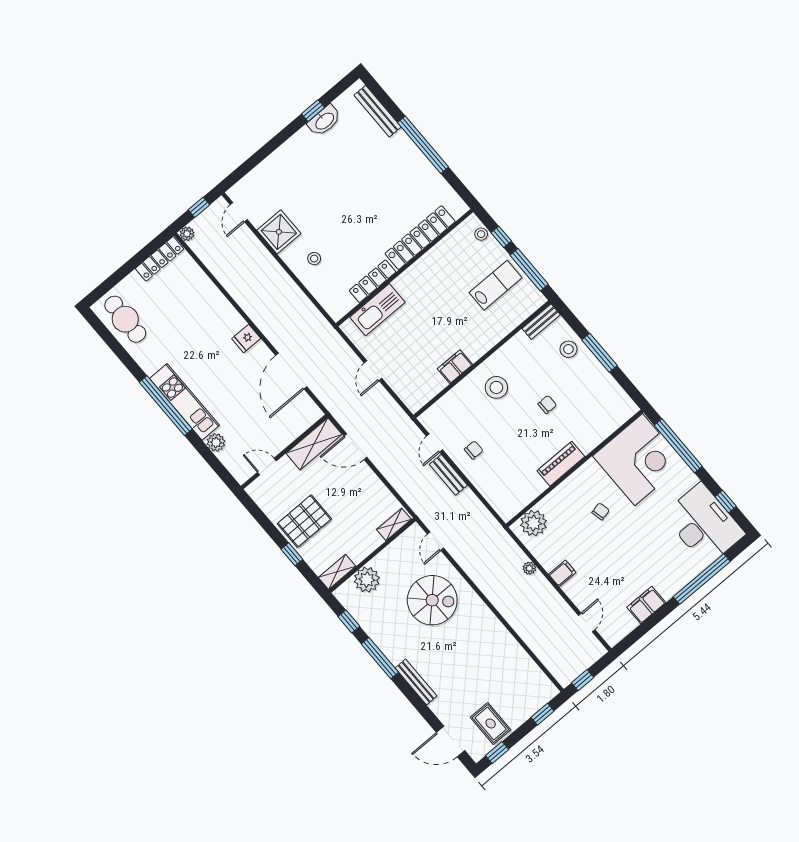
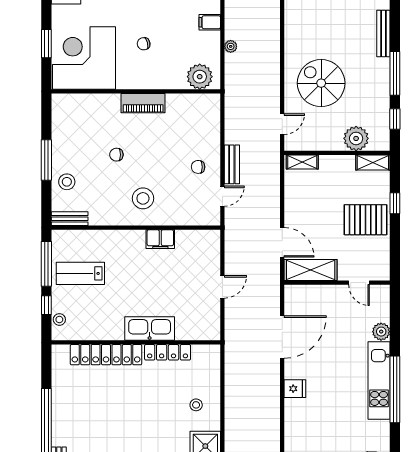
kitchen sink: (377, 310) -> (150, 328), moved
window: (678, 446) -> (46, 44), width x0.47

